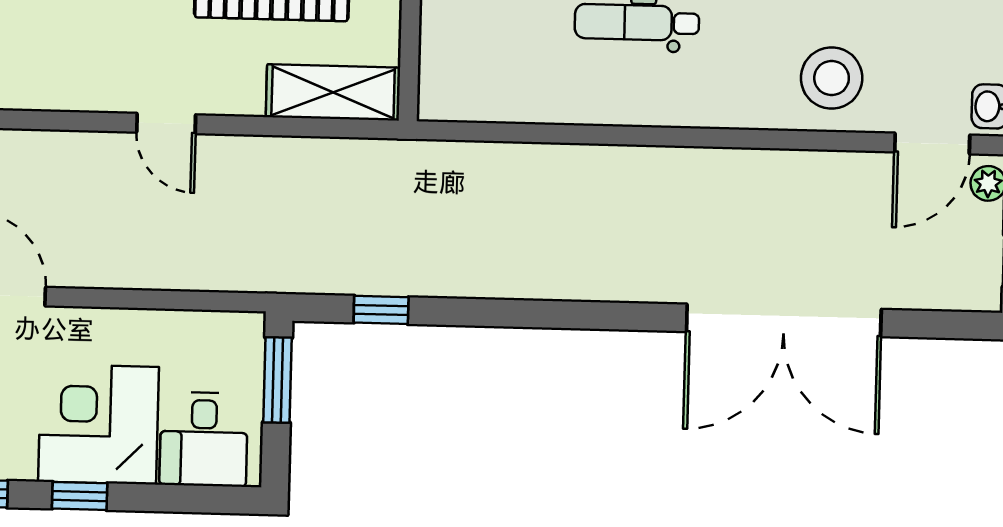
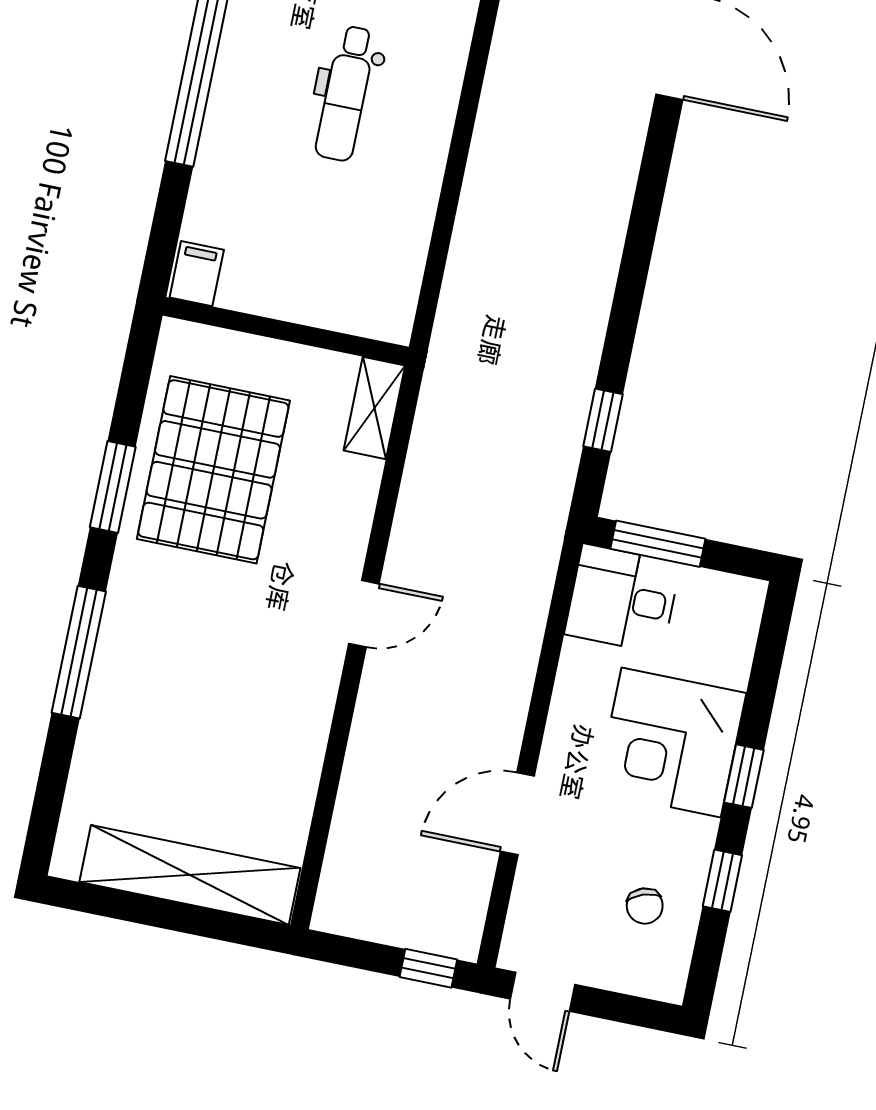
shelving: (333, 92) -> (374, 408), width x0.67, depth x0.75
desk: (204, 439) -> (623, 599), moved, turned 180

